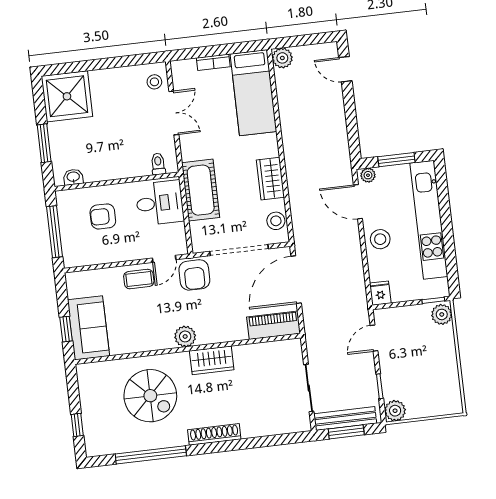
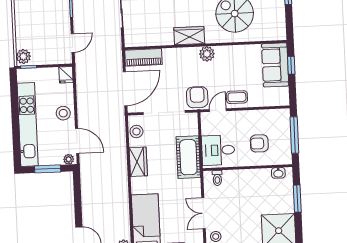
armchair: (103, 216) -> (259, 143), turned 180

